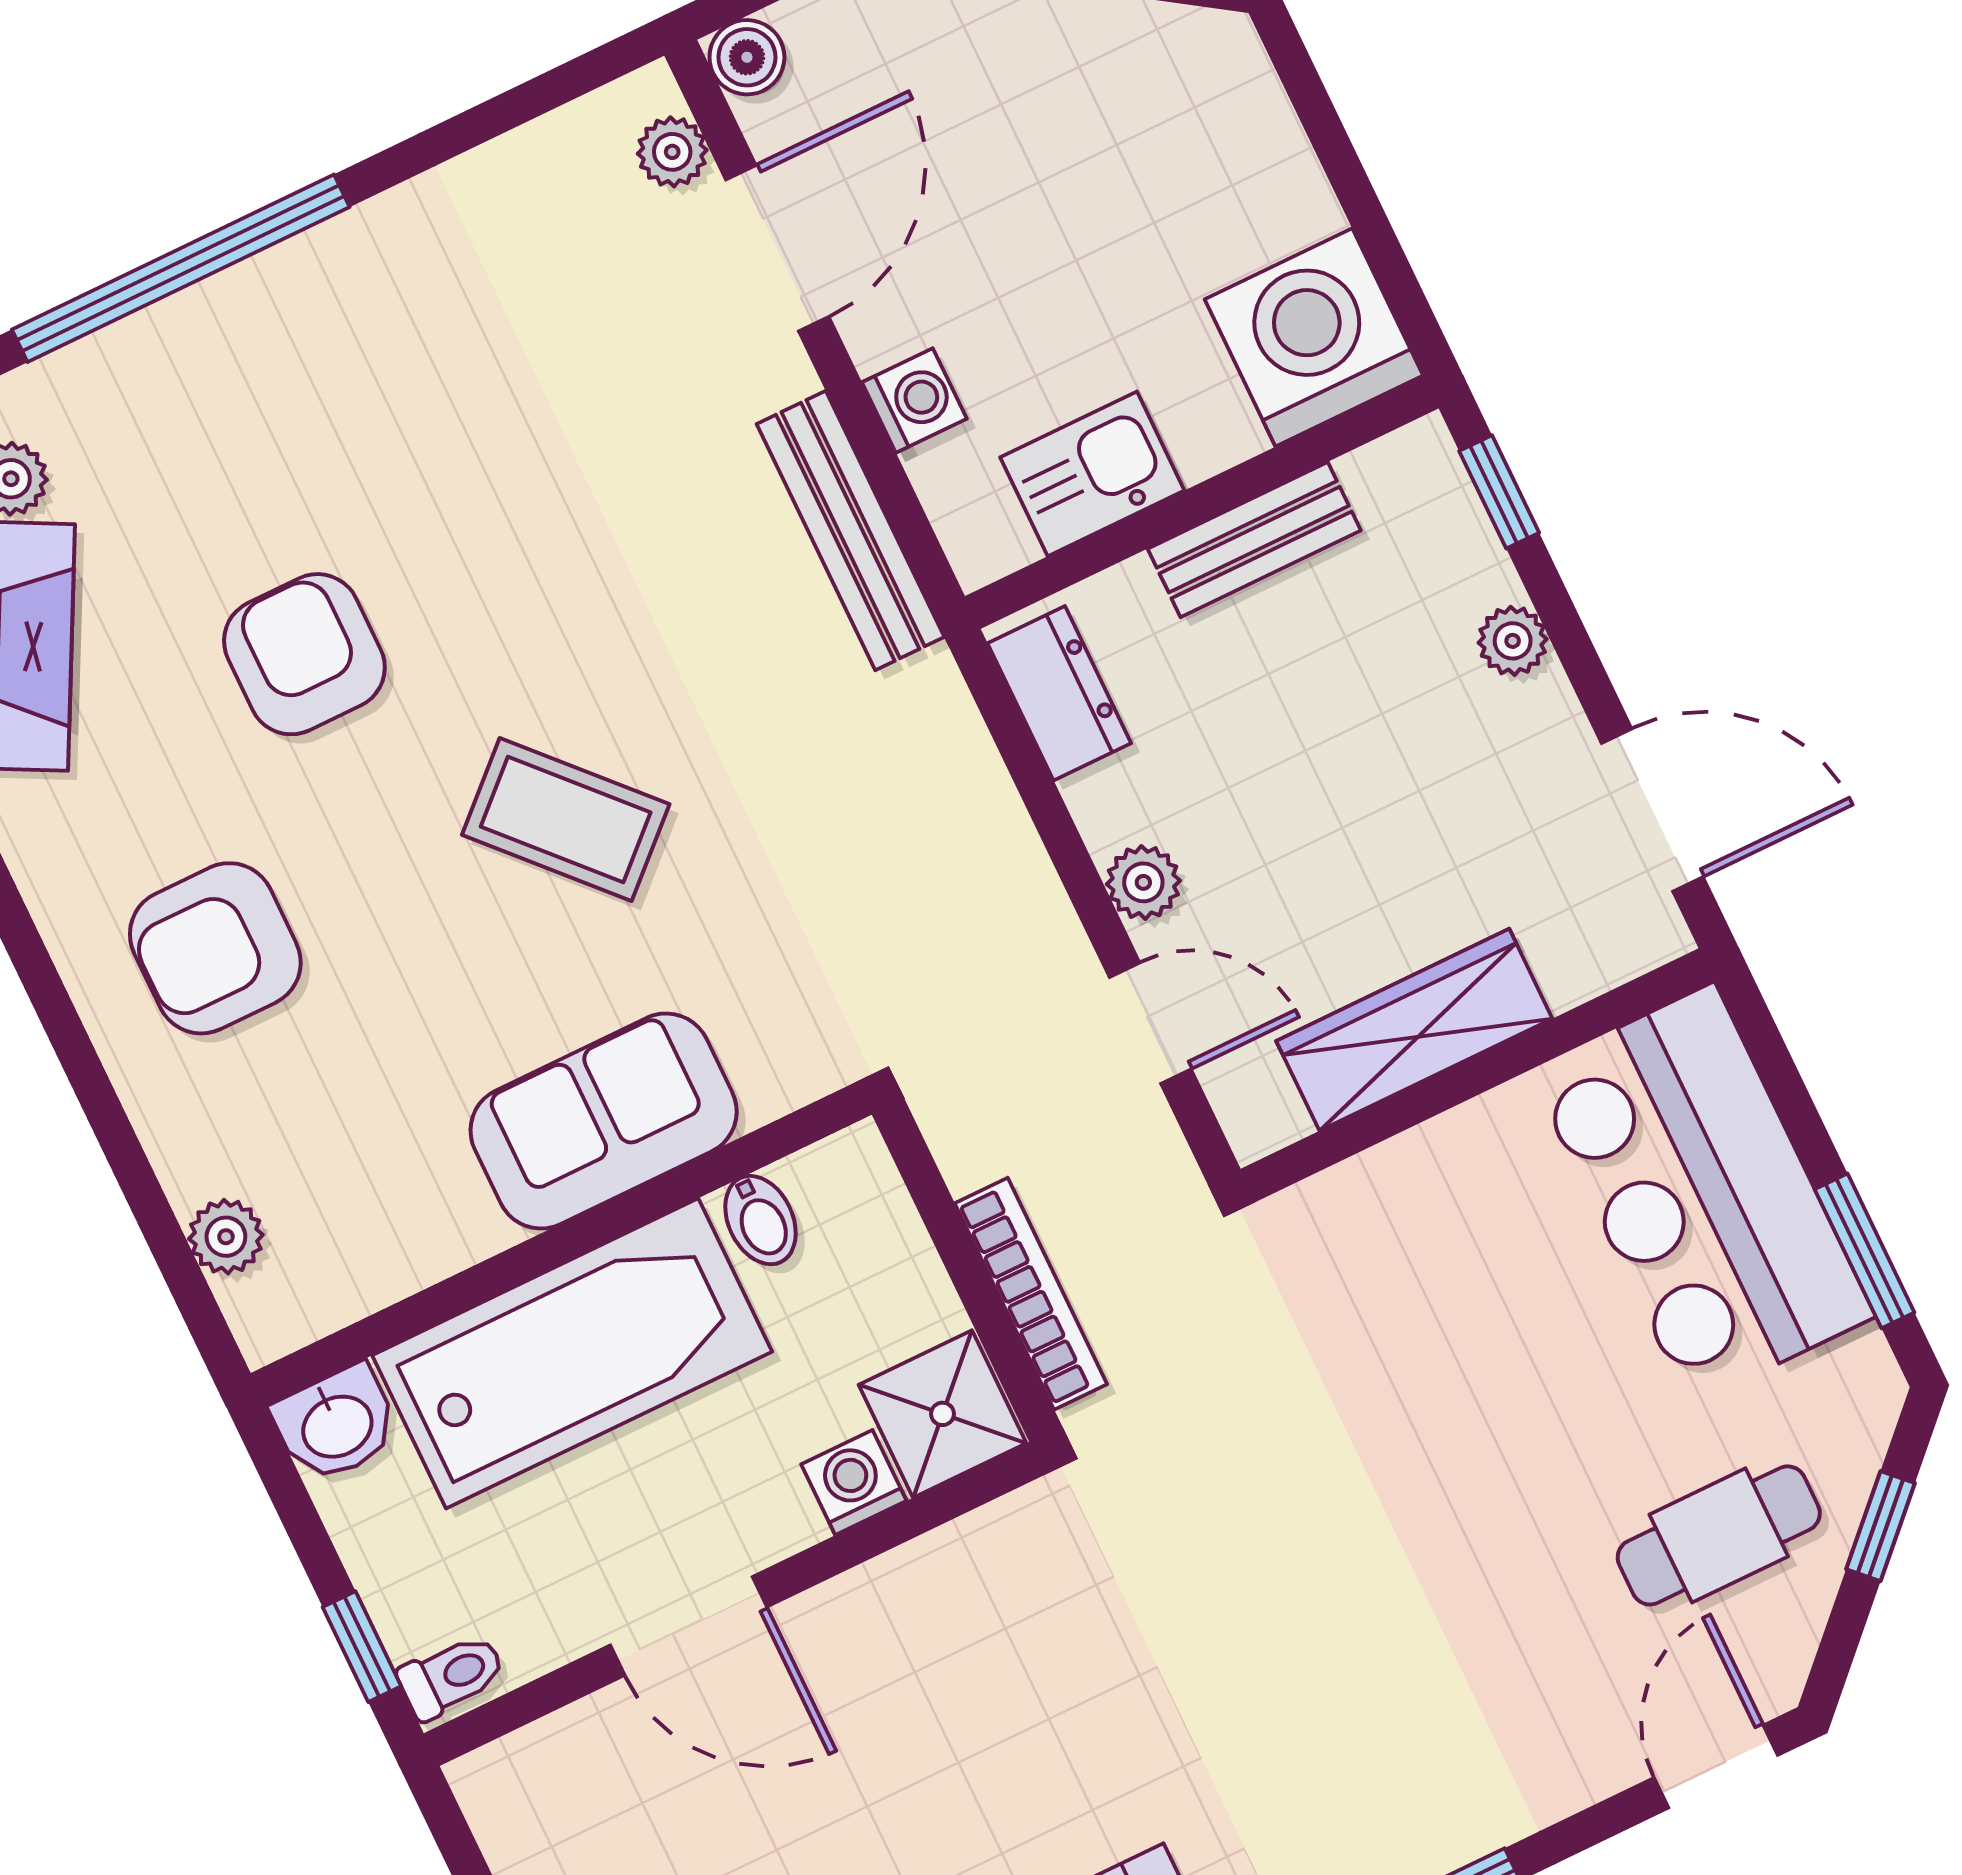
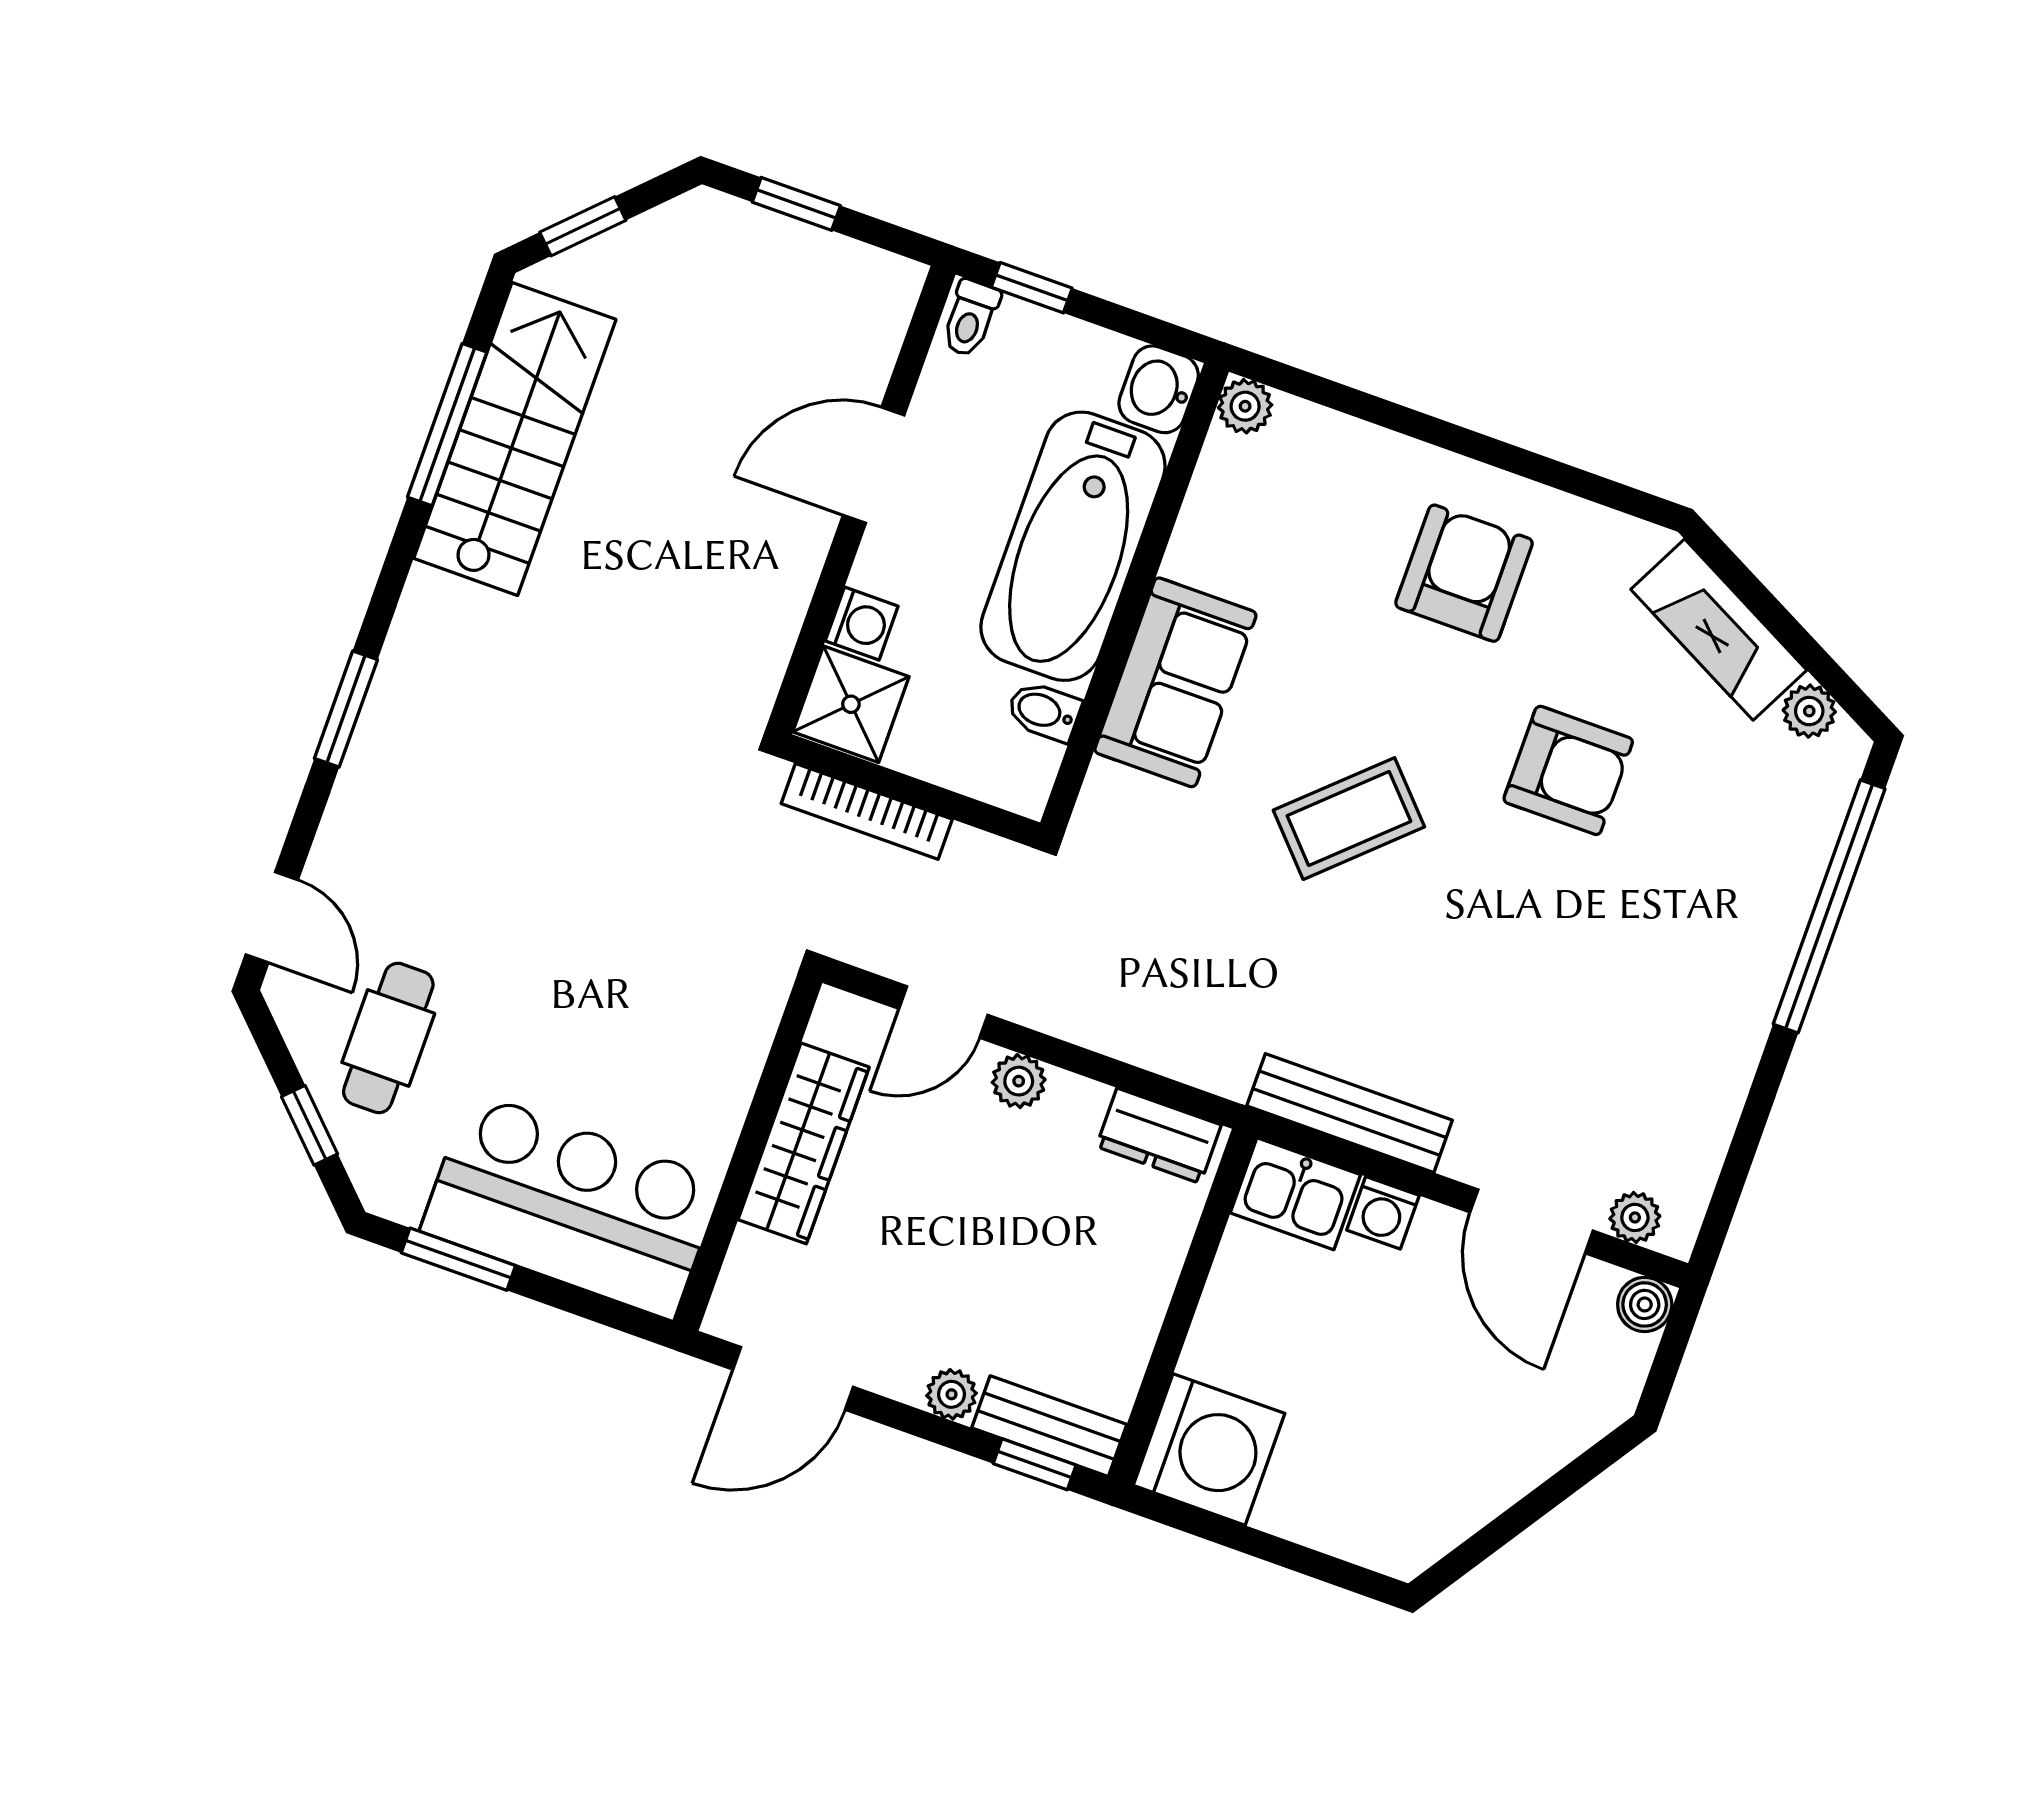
kitchen sink: (1092, 474) -> (1295, 1194), moved, turned 90
bench: (1254, 540) -> (1049, 1426), moved, turned 90
plant: (226, 1237) -> (1245, 406), moved

